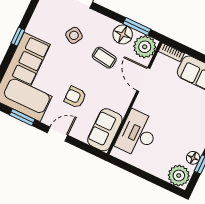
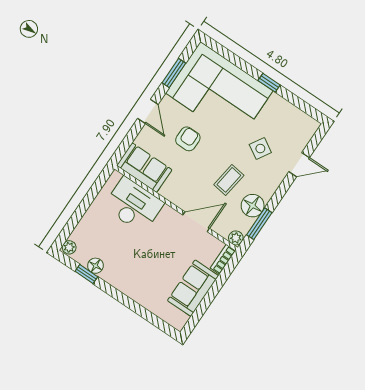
plant: (145, 47) -> (236, 238), width x0.53, depth x0.53
plant: (179, 176) -> (69, 247), width x0.53, depth x0.53

